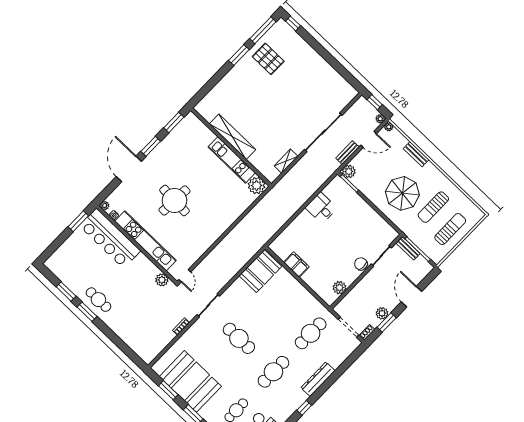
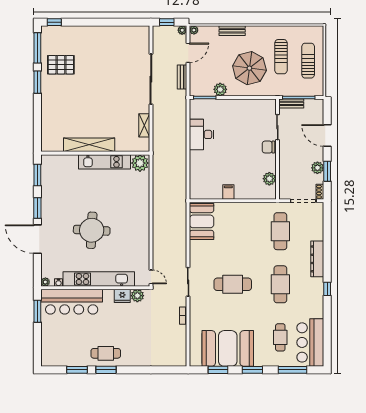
plant: (349, 171) -> (220, 89), moved
desk: (321, 208) -> (201, 134), width x1.37
filing cabinet: (296, 265) -> (228, 192), width x0.50
fridge: (151, 269) -> (122, 296), added

